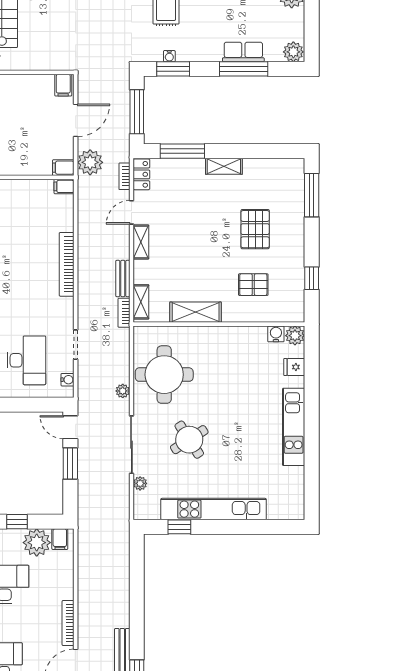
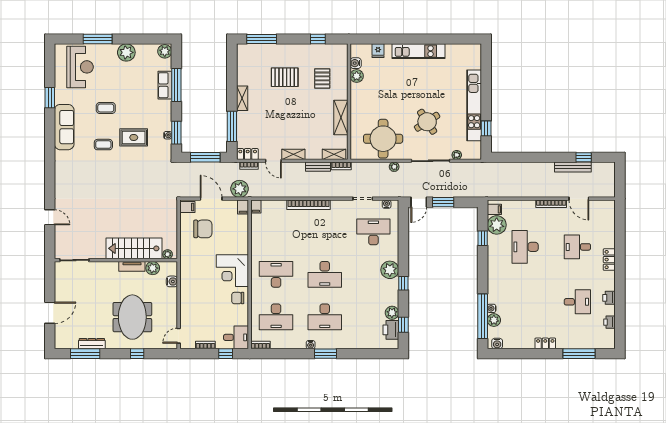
chair: (31, 108) -> (203, 229), added
plant: (295, 336) -> (357, 76), moved

